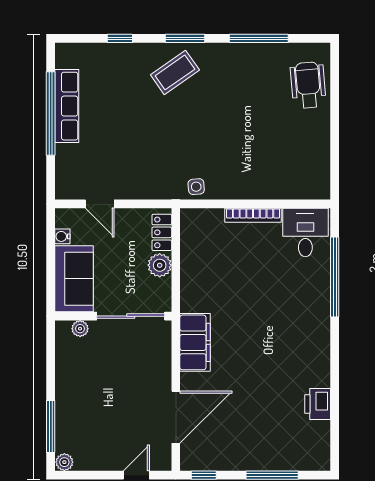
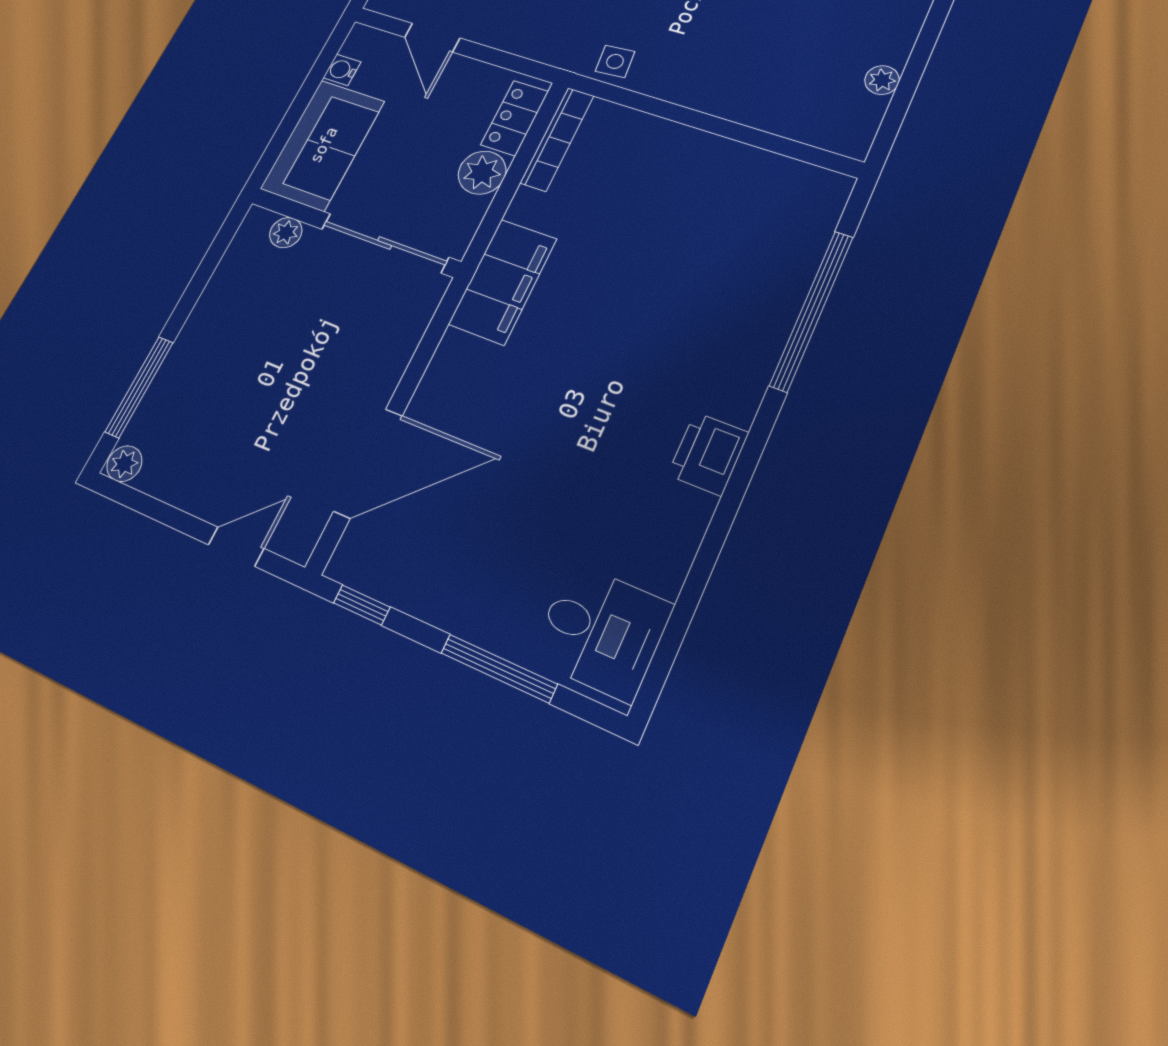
plant: (323, 156) -> (882, 80), added
bookcase: (253, 215) -> (557, 139), moved, turned -90
desk: (305, 232) -> (601, 632), moved, turned 90
filing cabinet: (195, 342) -> (503, 281), moved
printer: (318, 404) -> (708, 454), moved

